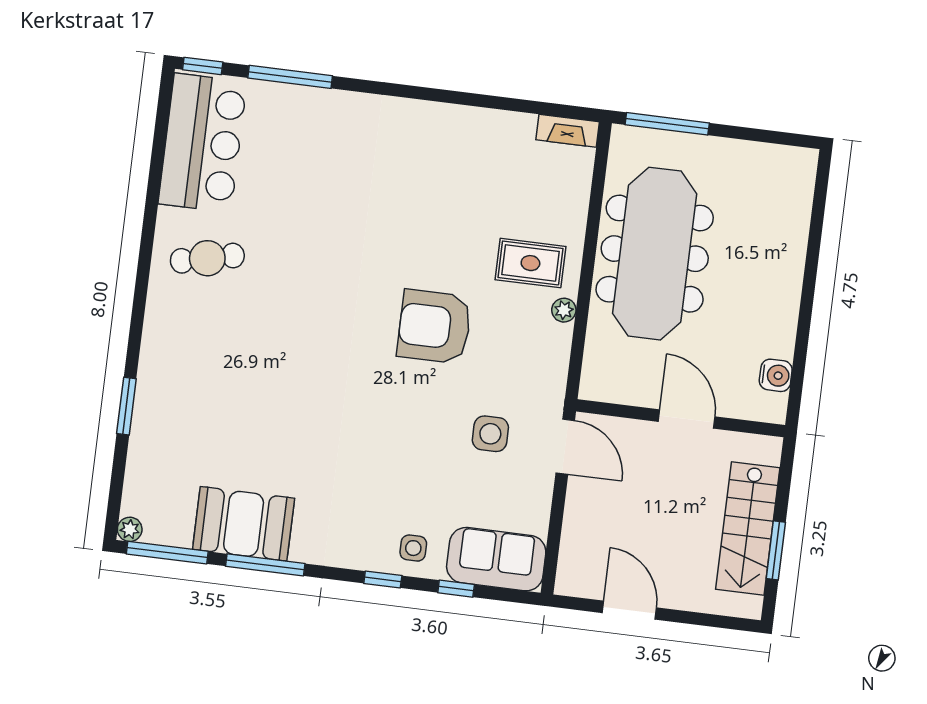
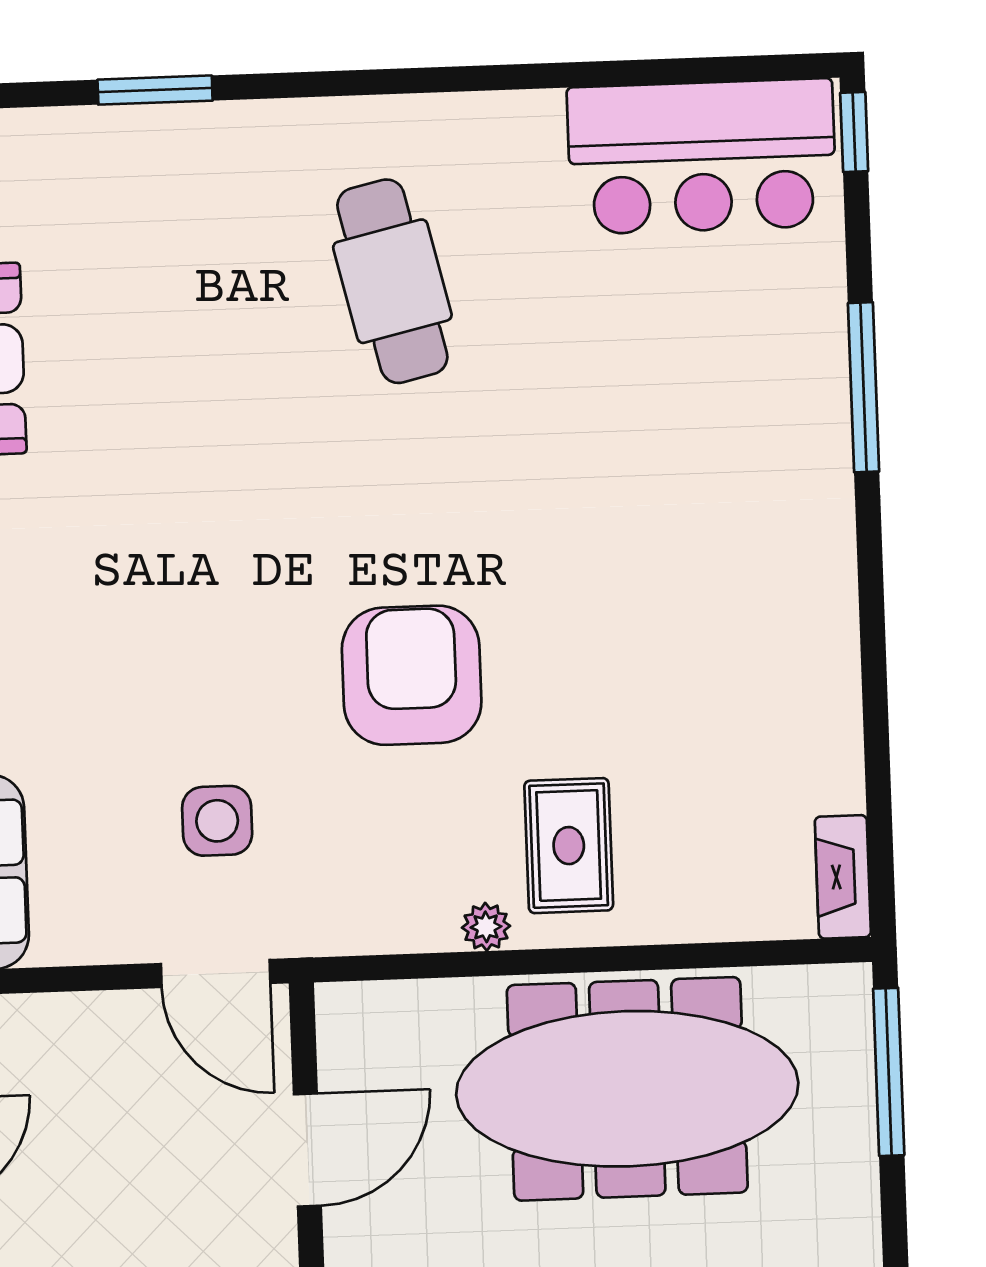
window: (290, 77) -> (864, 387), moved
cafe table: (207, 258) -> (392, 281), moved, width x1.37, depth x1.35
door: (687, 419) -> (307, 1150), moved
door: (565, 447) -> (216, 973), hinge flipped

